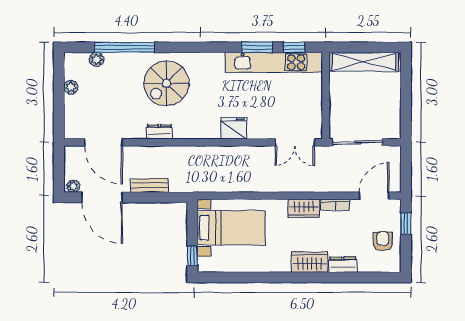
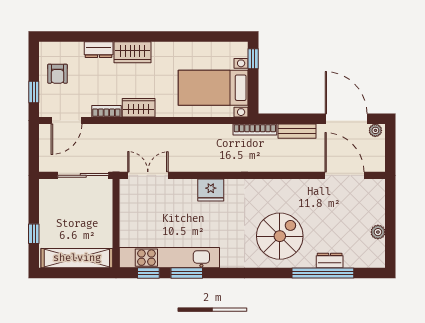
plant: (97, 59) -> (351, 261), removed
window: (406, 86) -> (34, 234), added
dresser: (159, 132) -> (330, 260), moved, turned 180
bookcase: (191, 187) -> (255, 130), added

